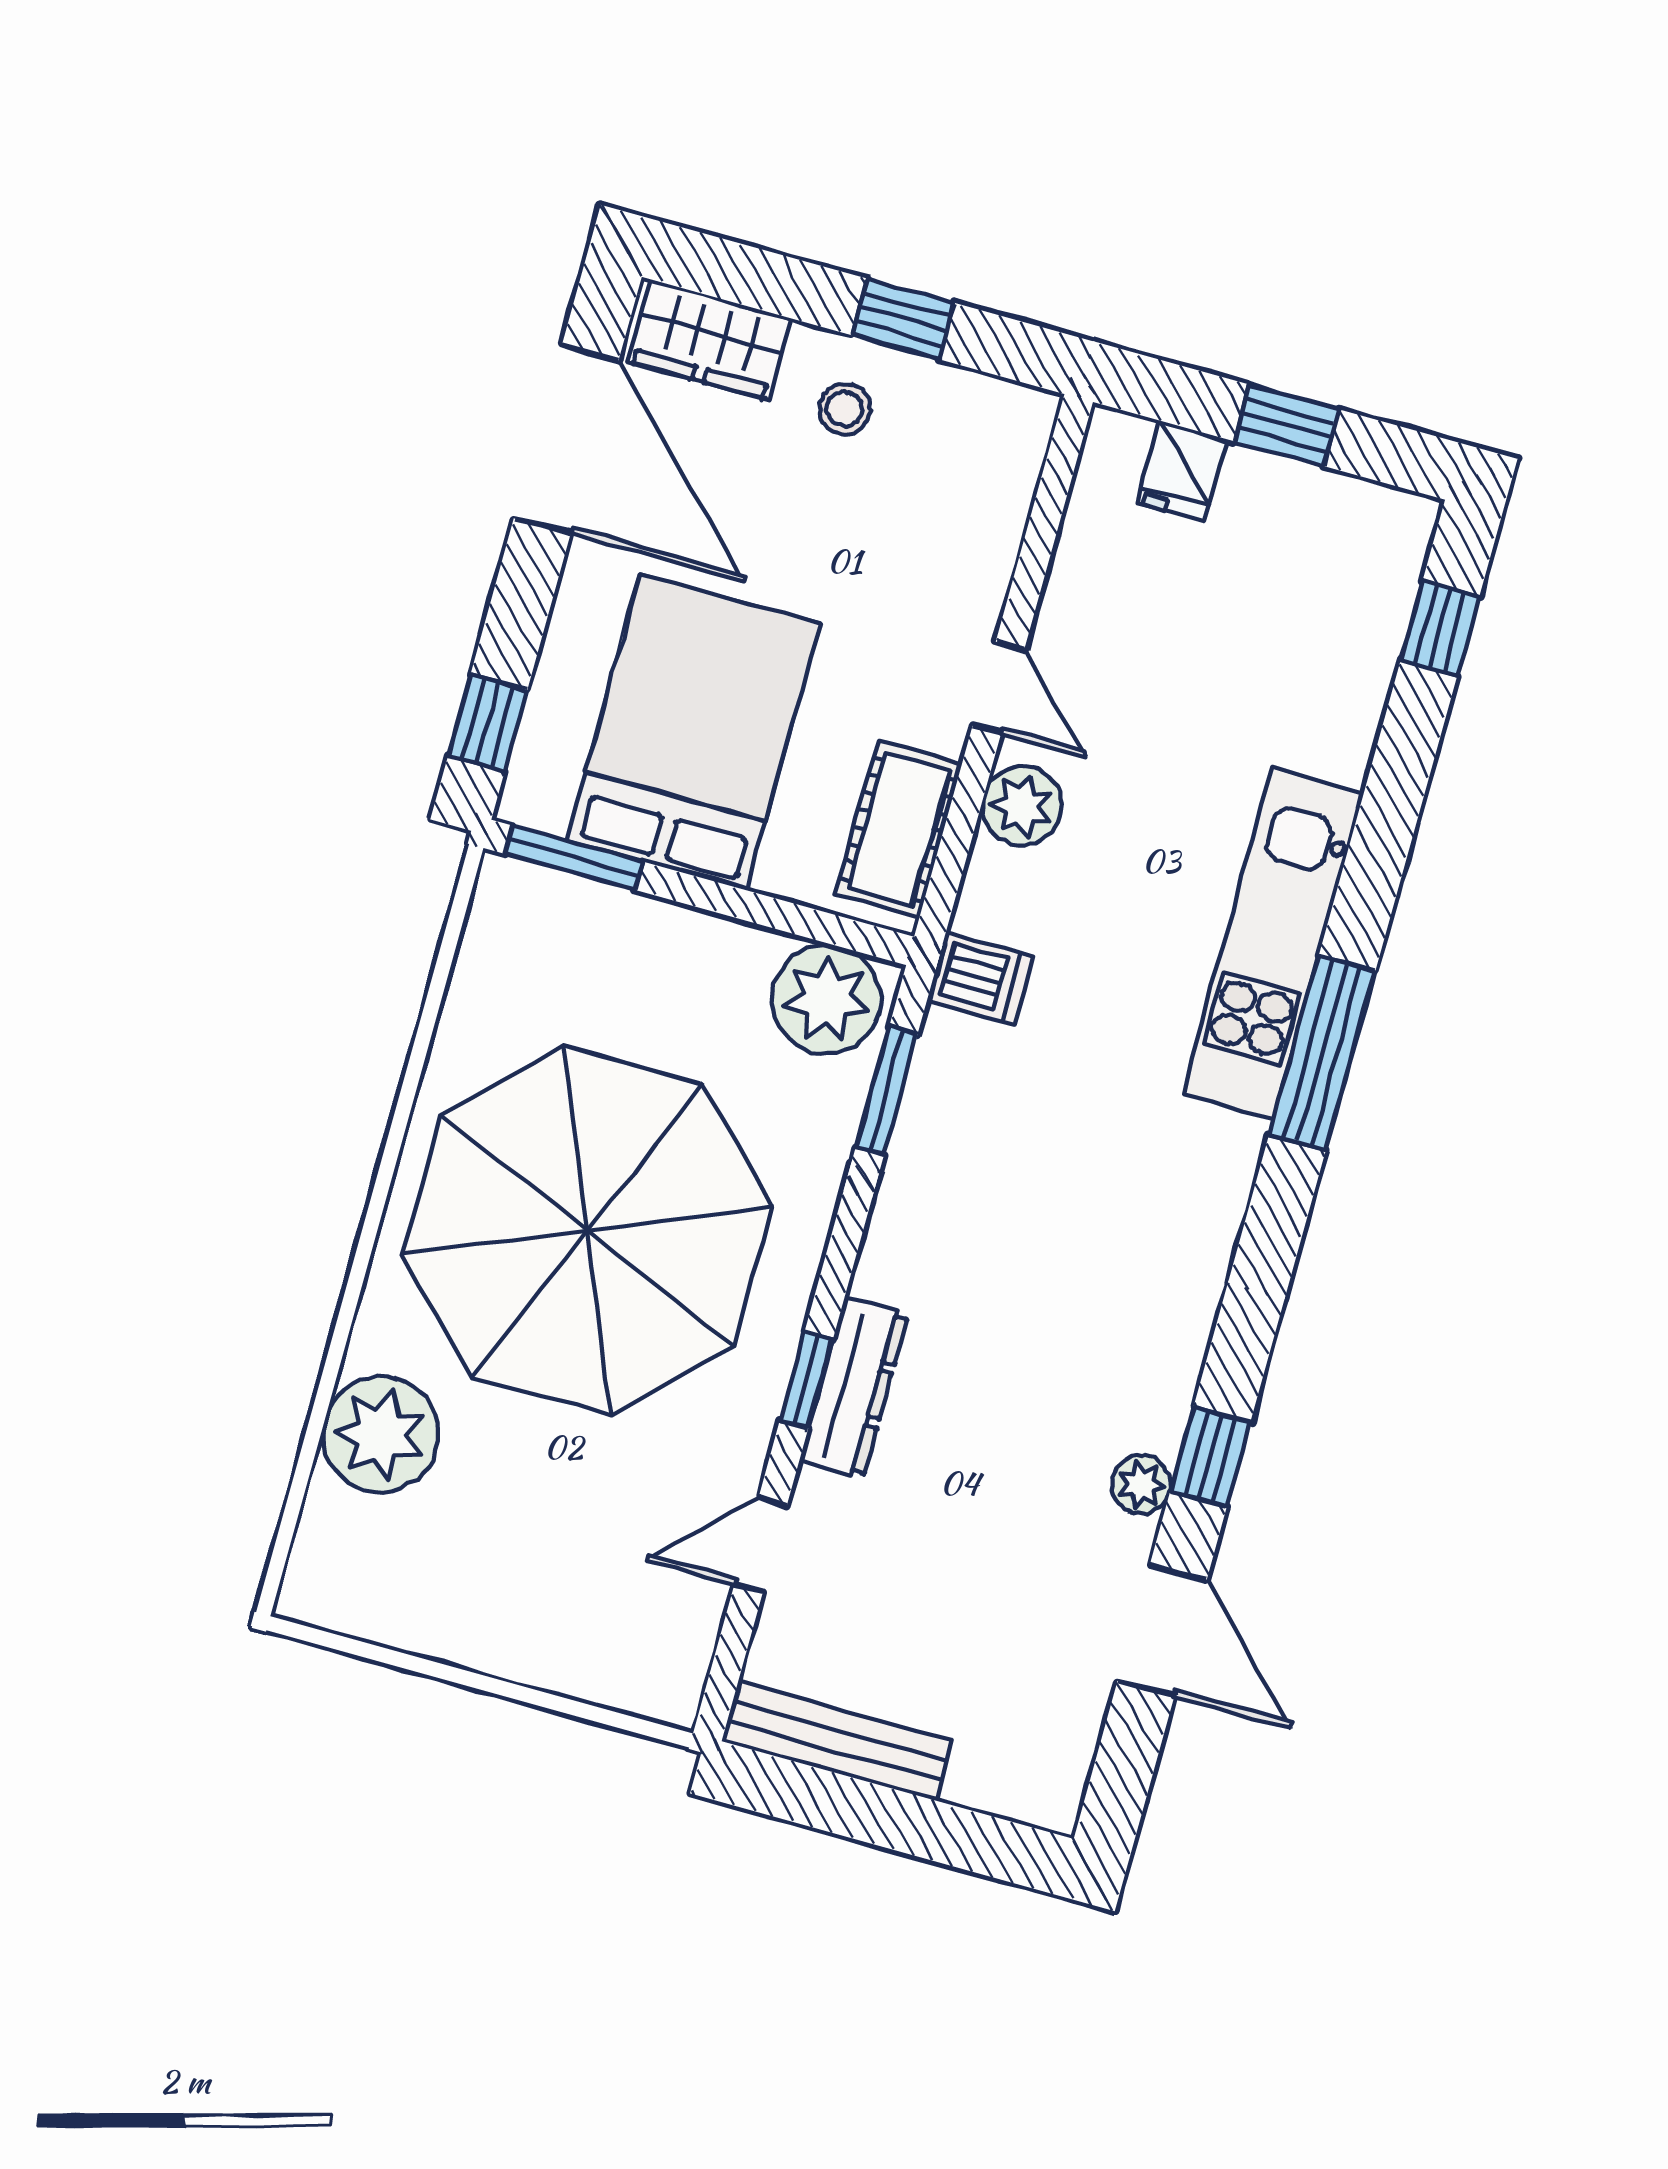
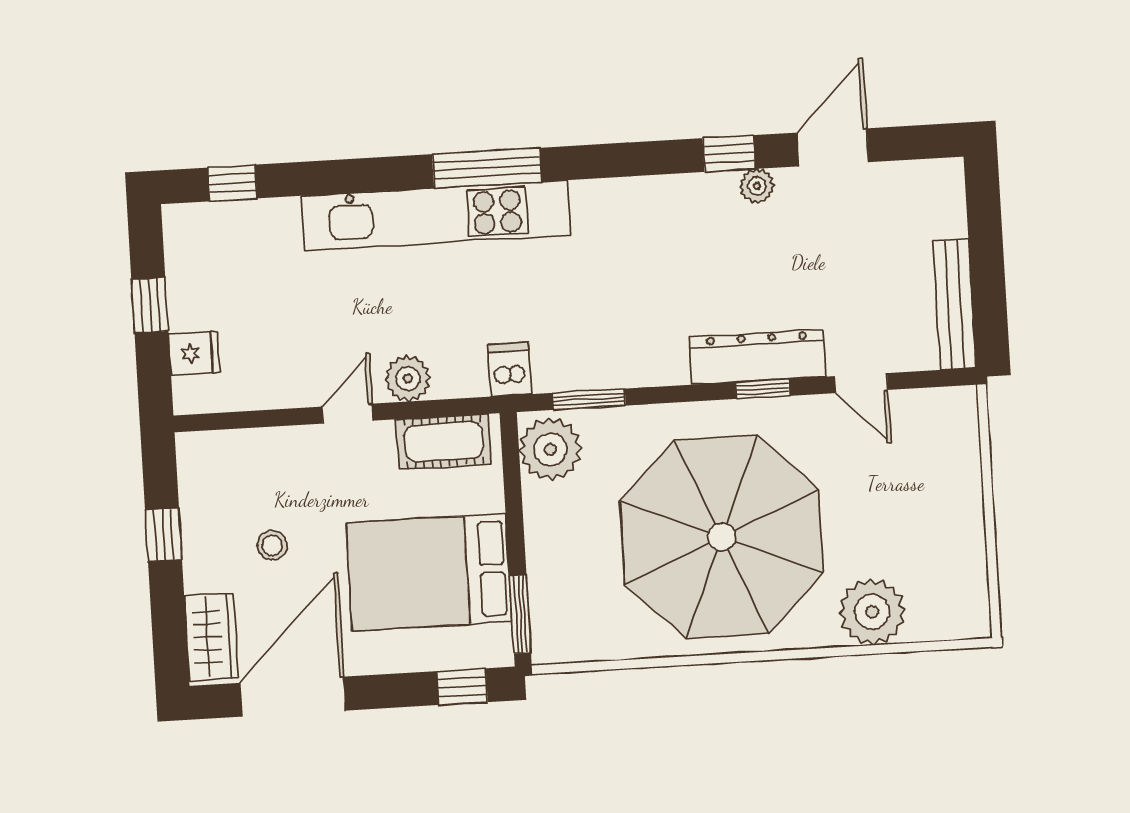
stool: (844, 409) -> (272, 545), moved
kitchen unit: (1273, 943) -> (436, 215), width x1.36
dresser: (854, 1388) -> (758, 357), width x1.37, depth x1.24

